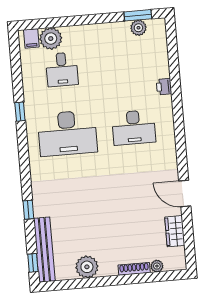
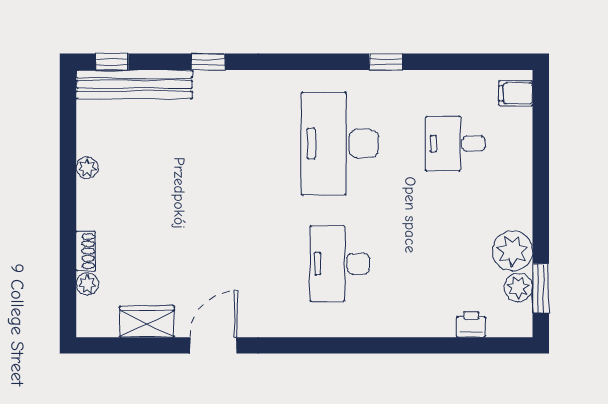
plant: (51, 39) -> (512, 251), moved
printer: (164, 87) -> (471, 324), moved
plant: (87, 267) -> (87, 168), width x0.53, depth x0.53
shoe rack: (134, 269) -> (86, 251), width x0.70

